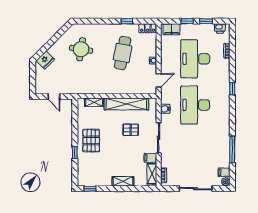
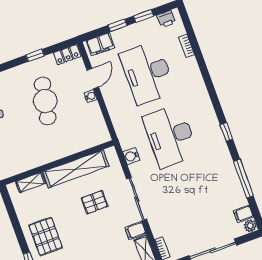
door: (159, 80) -> (93, 78), moved
window: (232, 89) -> (226, 132), moved

